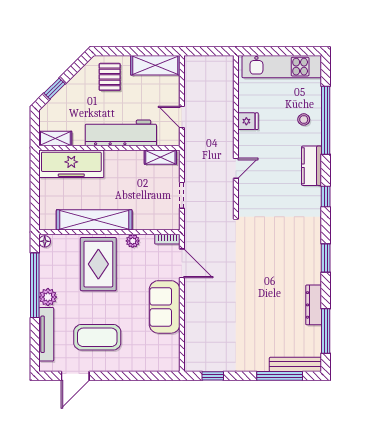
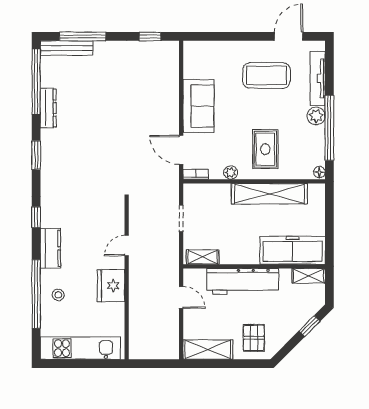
fridge: (248, 121) -> (111, 286), width x1.88, depth x1.34
rug: (98, 264) -> (265, 149), width x0.73, depth x0.70
window: (326, 331) -> (36, 82), width x1.46

